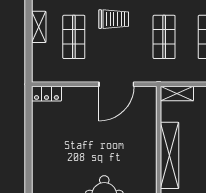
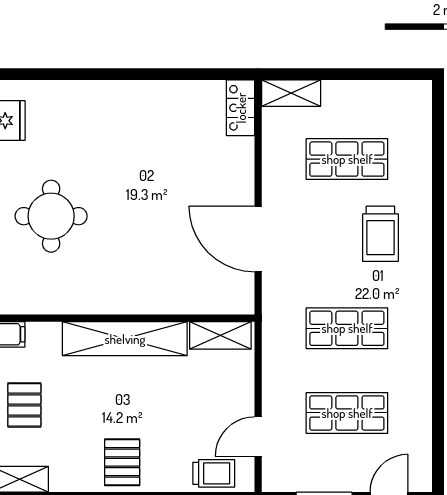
shelving: (39, 27) -> (291, 93), moved
shelving: (177, 94) -> (220, 335), moved, turned 90

